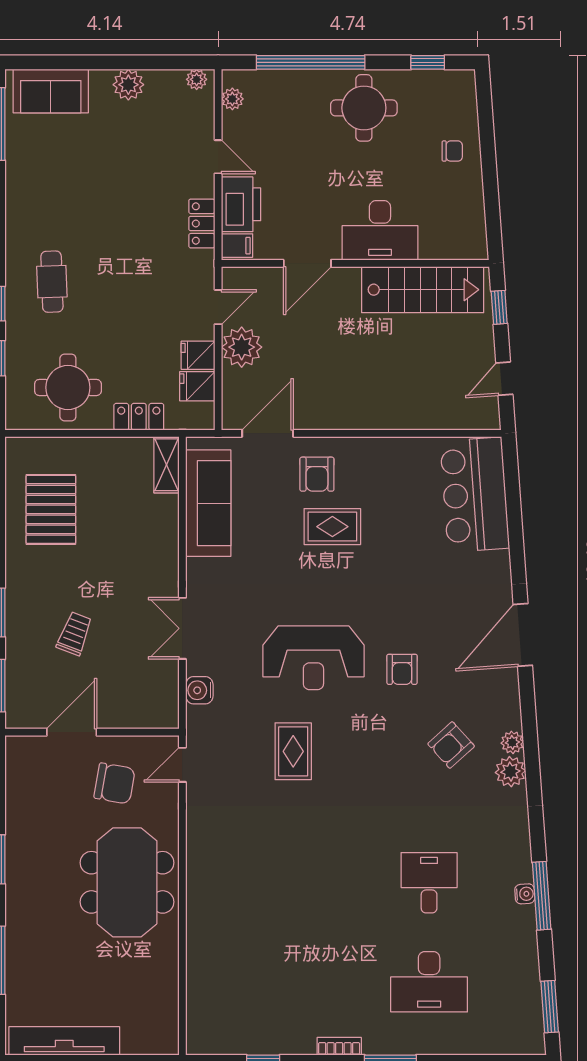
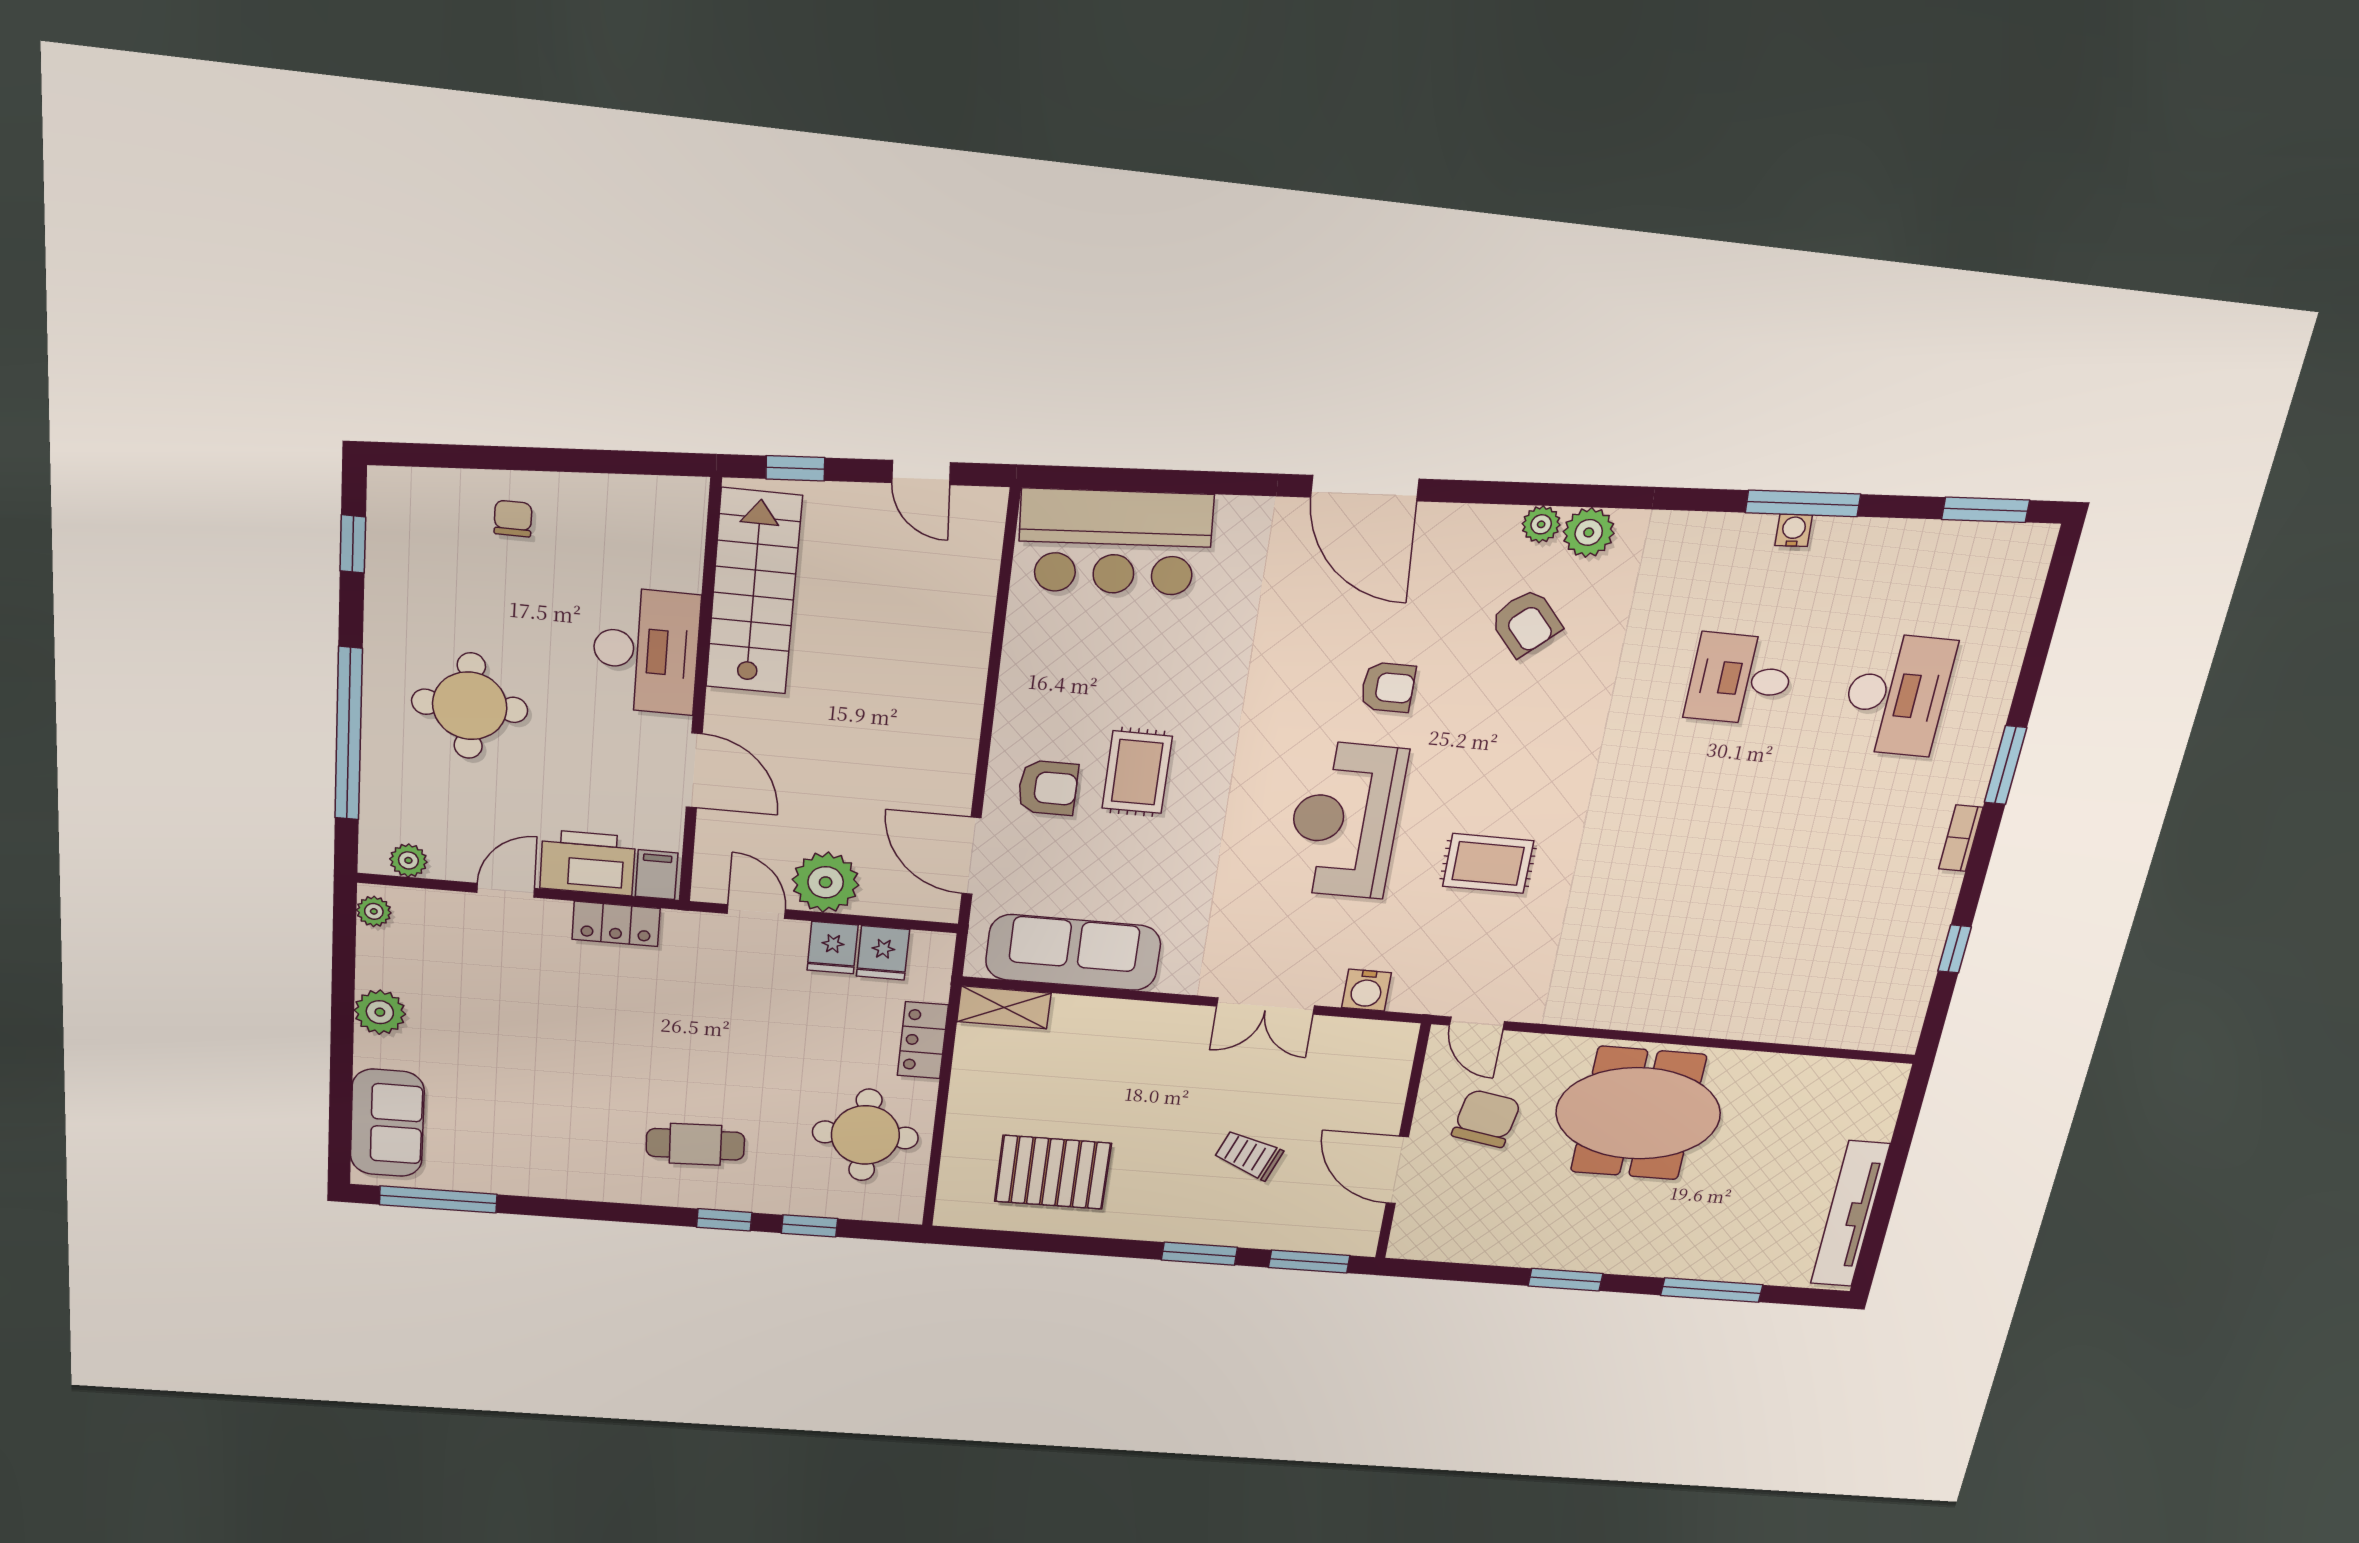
round table: (364, 108) -> (470, 706), moved
reception desk: (313, 658) -> (1345, 820), turned 180

